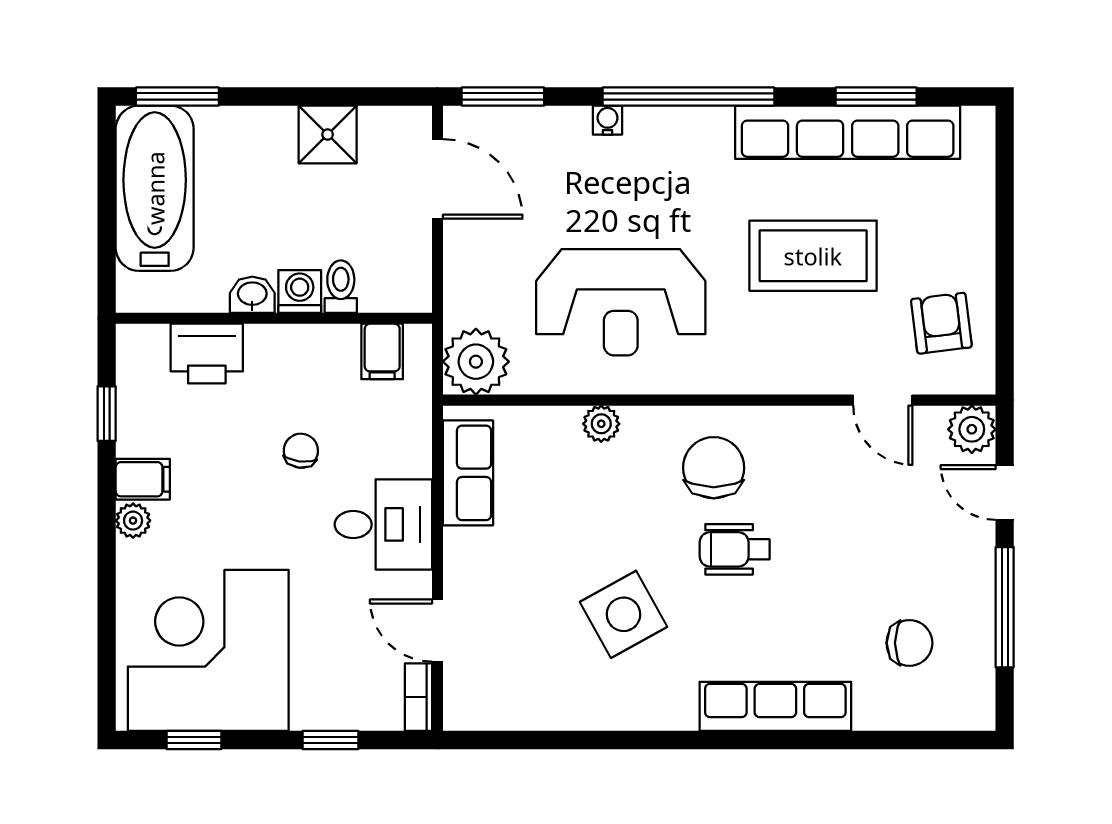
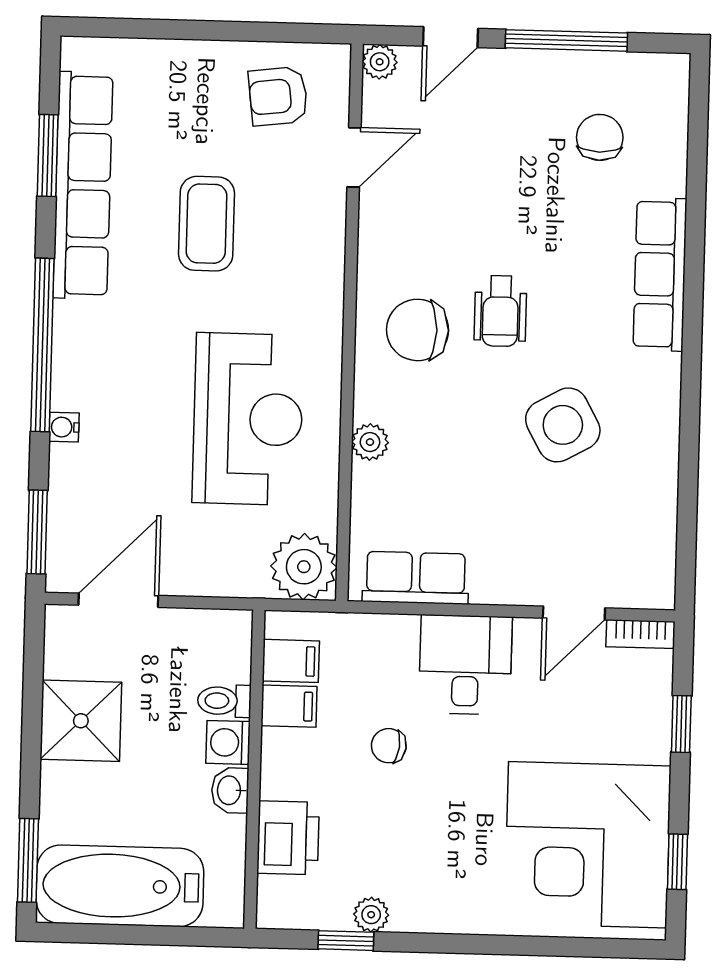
shower: (328, 135) -> (81, 721), width x1.36, depth x1.36
coffee table: (813, 256) -> (206, 224), width x0.73, depth x0.76
plant: (972, 429) -> (380, 62), width x0.73, depth x0.73
filing cabinet: (143, 479) -> (289, 706), moved, turned 90
plant: (133, 521) -> (371, 915), moved

